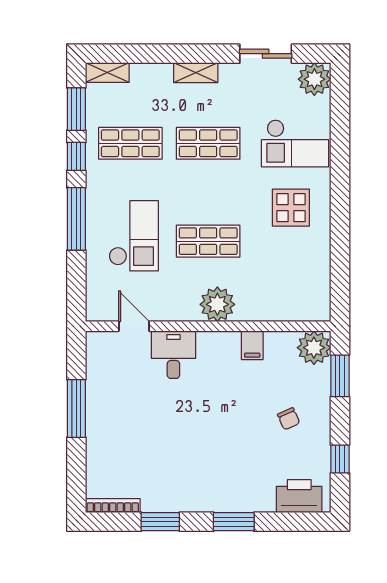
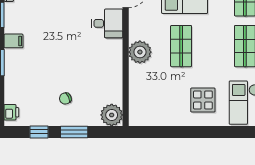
filing cabinet: (252, 345) -> (14, 41), moved, turned 180
window: (340, 376) -> (74, 132), moved
printer: (299, 496) -> (11, 112), width x0.53, depth x0.68

